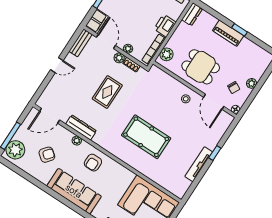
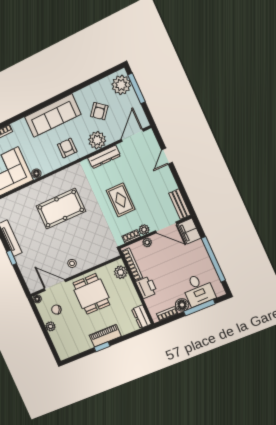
door: (57, 65) -> (167, 156), moved
dining table: (201, 67) -> (91, 294), turned 90
plant: (77, 141) -> (97, 140), width x1.88, depth x1.88
floor lamp: (130, 175) -> (36, 174), added

